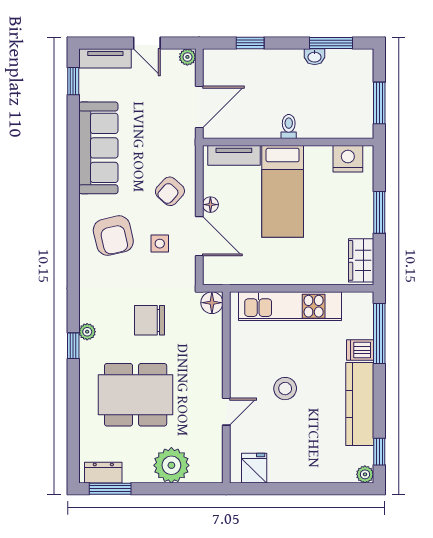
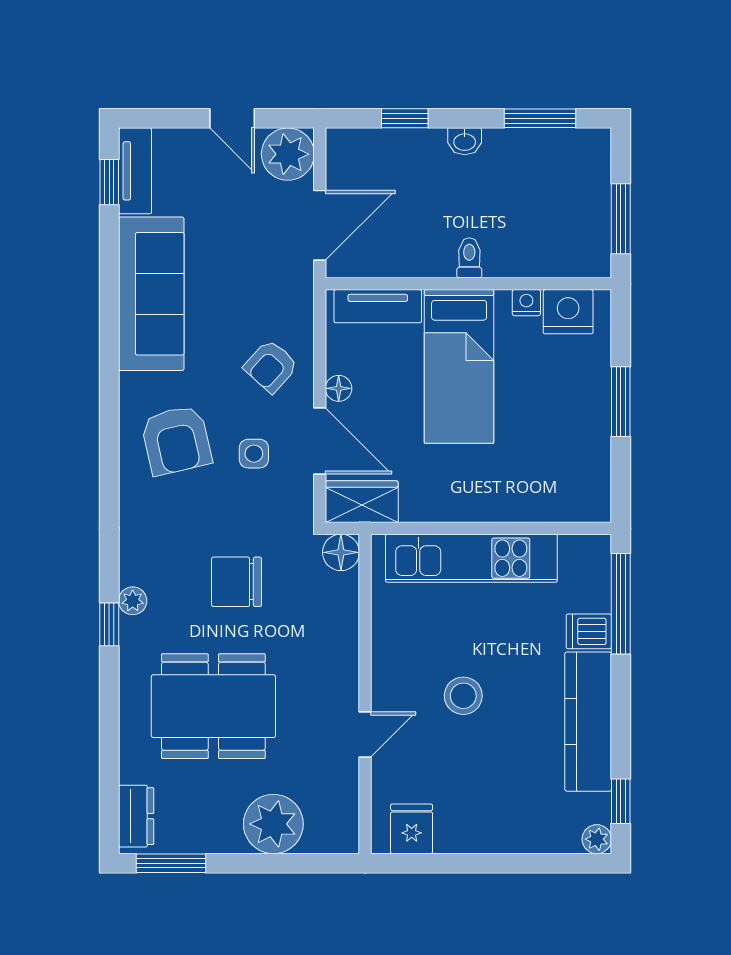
plant: (187, 57) -> (288, 154), width x1.88, depth x1.88
washbasin: (315, 57) -> (465, 141), moved
tv unit: (105, 58) -> (135, 171), moved, turned -90
nightstand: (323, 153) -> (526, 303), added
wardrobe: (361, 260) -> (362, 502), moved, turned 90
dresser: (103, 473) -> (136, 816), moved, turned 90

